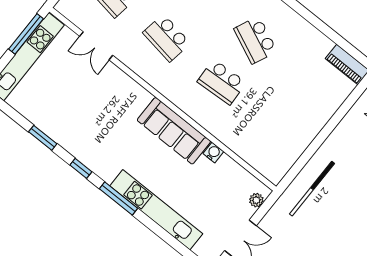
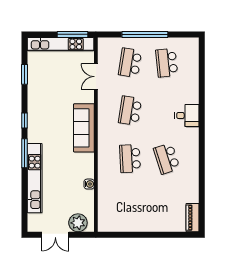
school desk: (255, 40) -> (167, 159), turned -42
sofa: (174, 131) -> (84, 128), moved
window: (43, 138) -> (25, 74), moved
plant: (256, 200) -> (78, 223), width x1.88, depth x1.88

